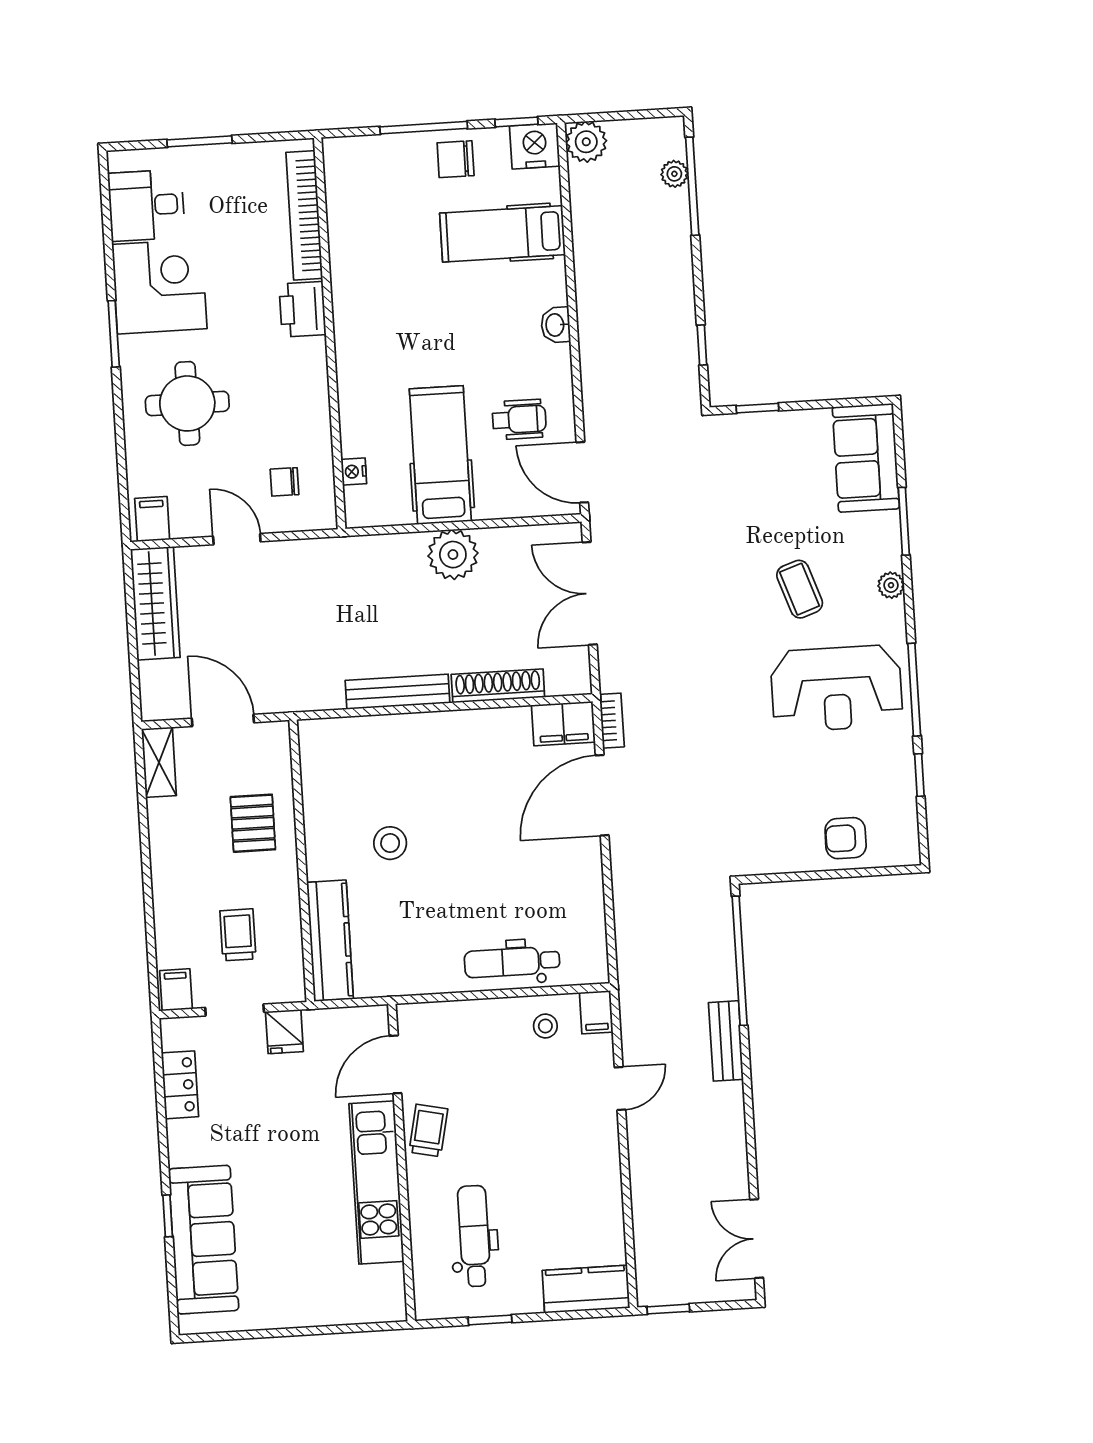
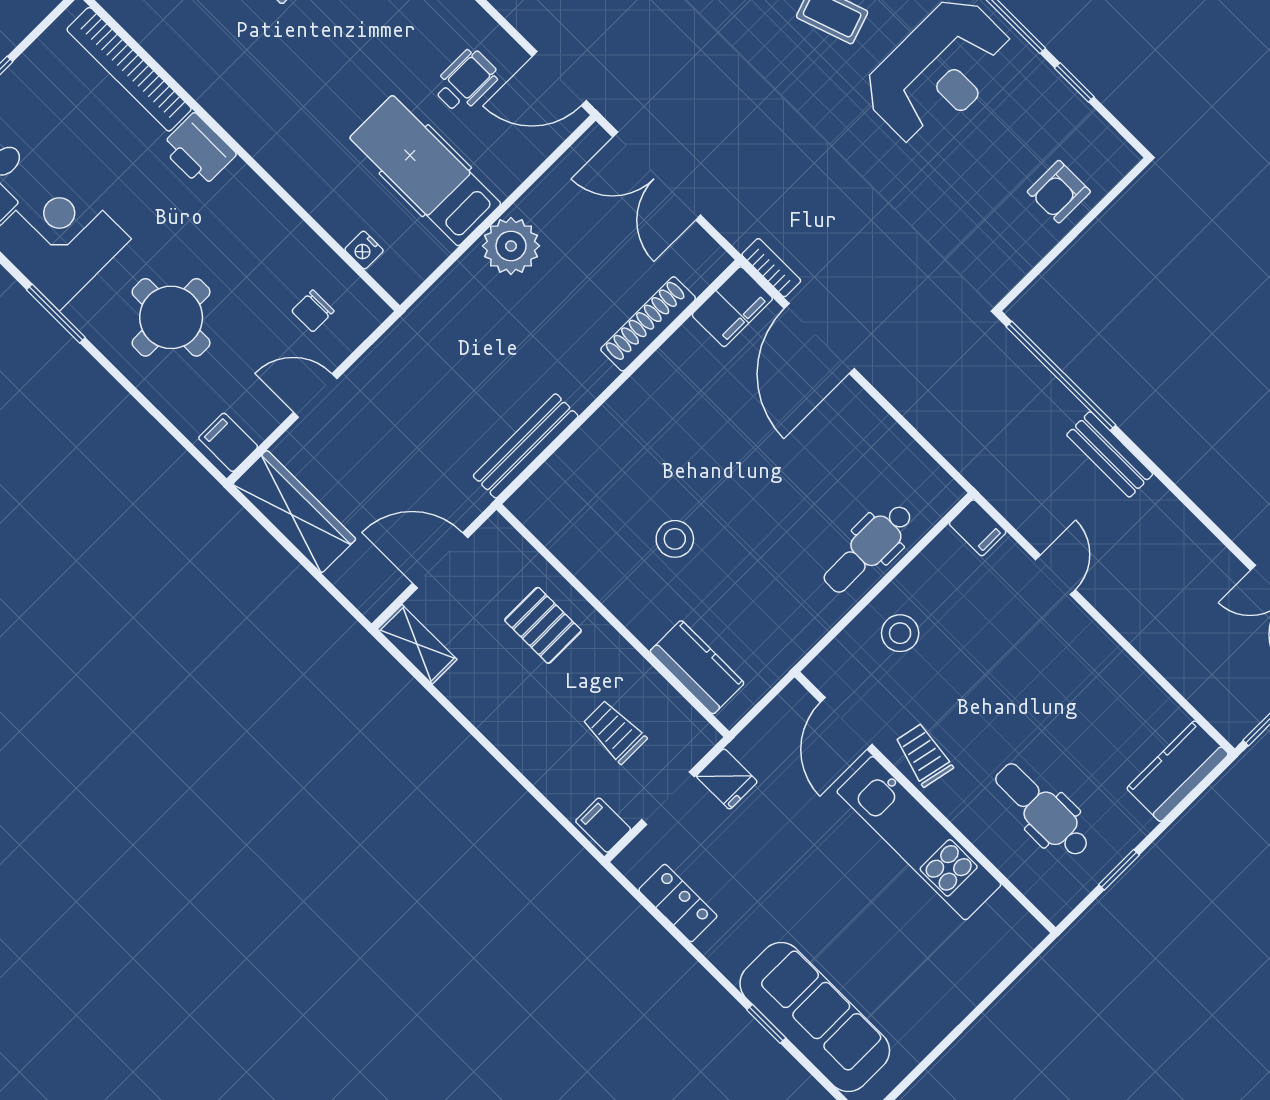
bench: (398, 692) -> (526, 446), moved
kitchen counter: (330, 941) -> (697, 667), width x0.67
stool: (545, 1026) -> (900, 633), moved, width x1.37, depth x1.37

